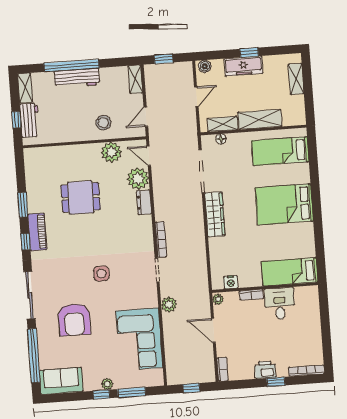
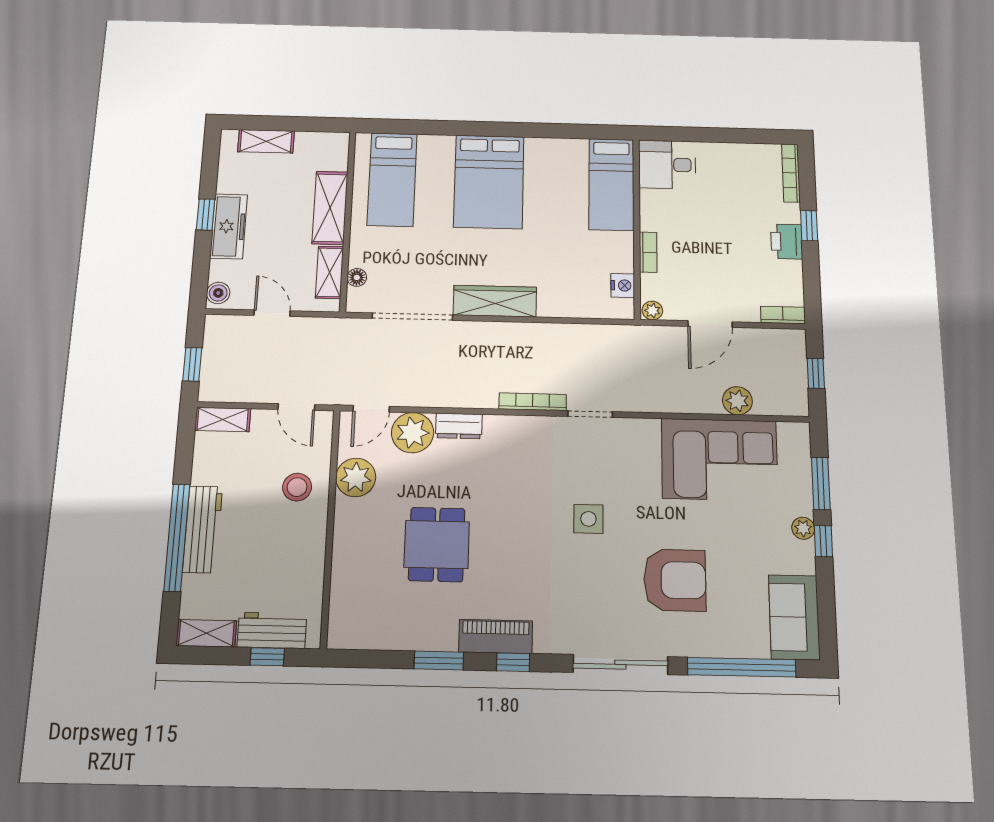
desk: (280, 304) -> (667, 165), moved
plant: (169, 305) -> (737, 401), moved

